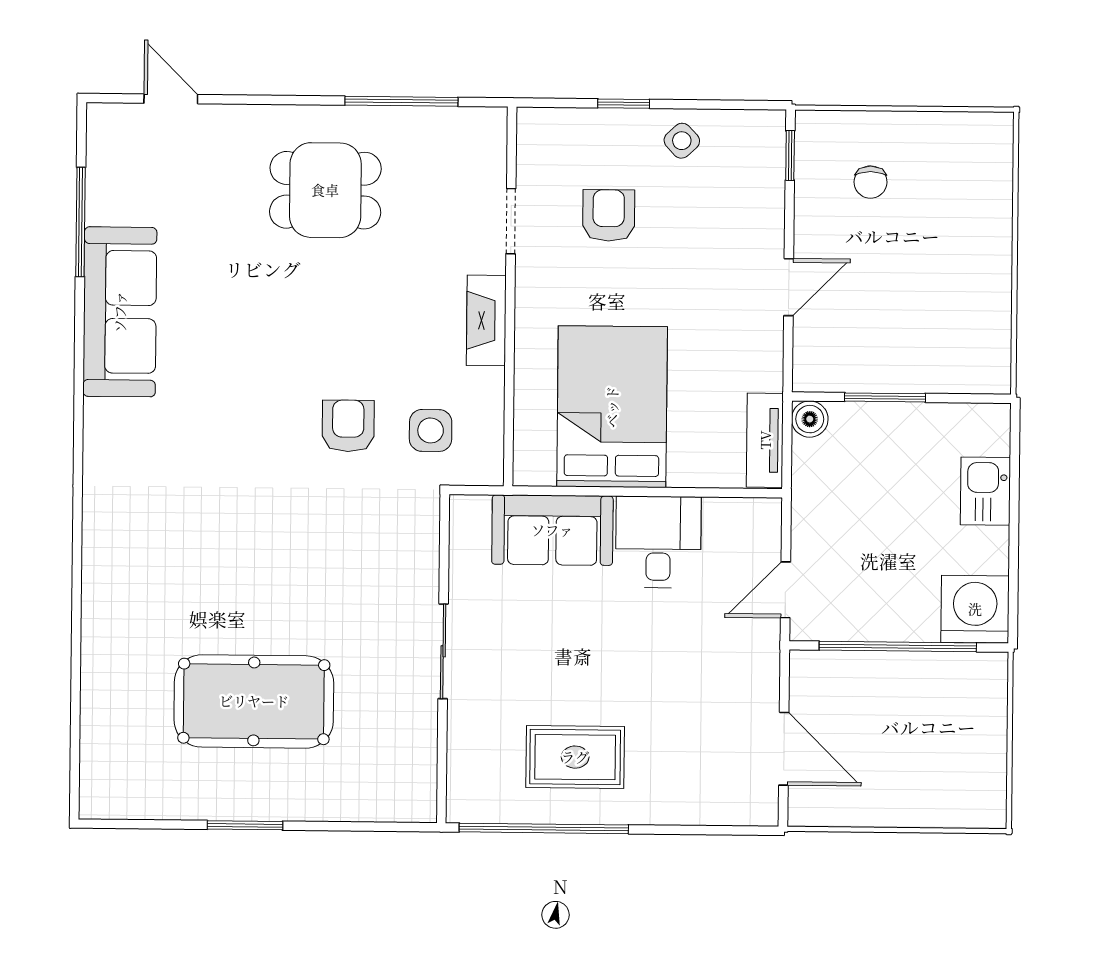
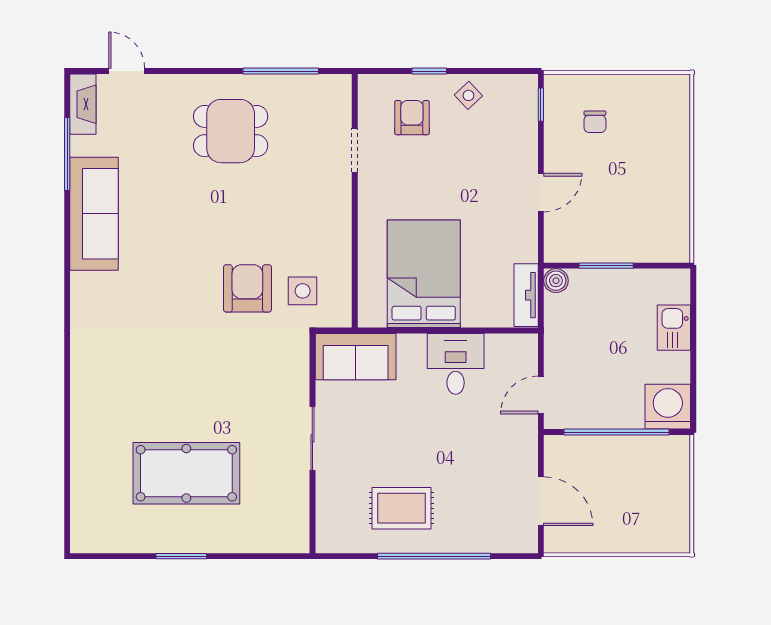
armchair: (609, 215) -> (412, 118), moved
fireplace: (486, 320) -> (83, 104), moved, turned 180
armchair: (348, 426) -> (247, 288), width x1.38, depth x1.38
sofa: (552, 530) -> (356, 357), moved
window: (544, 828) -> (434, 556), moved

